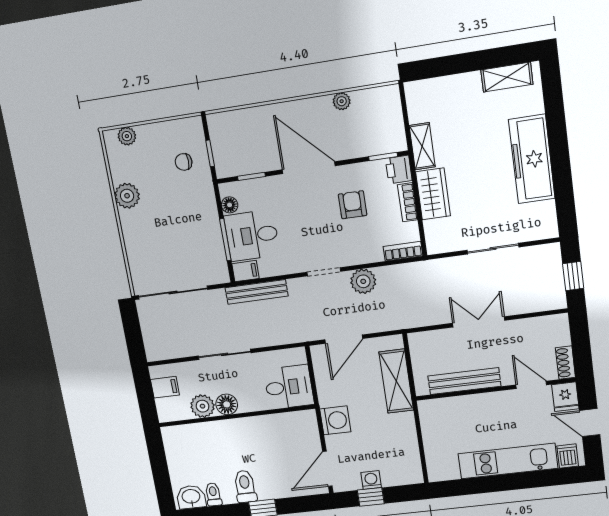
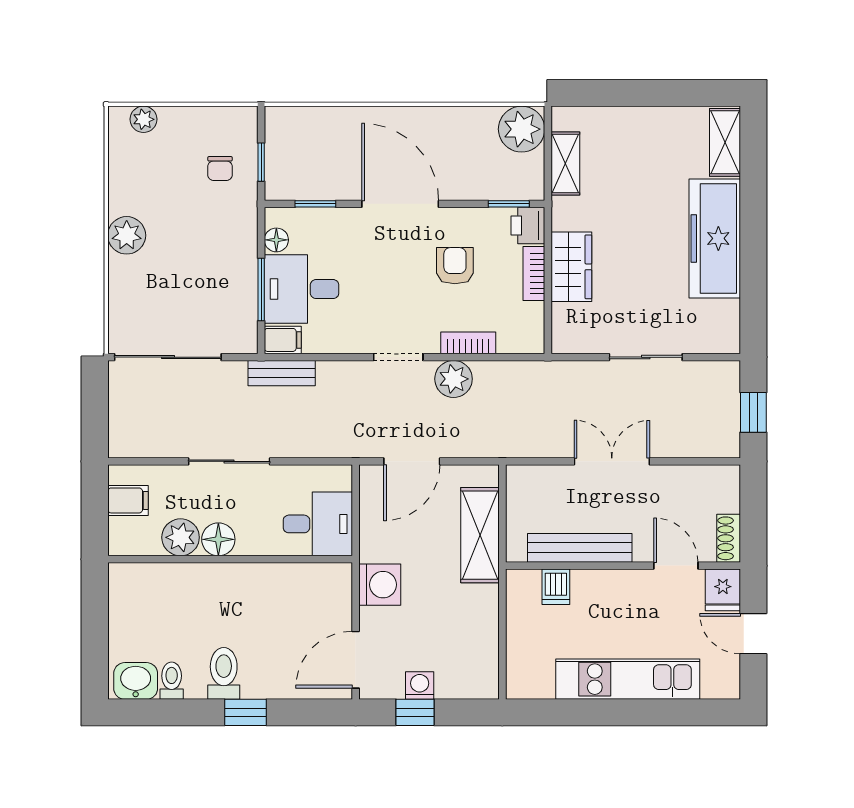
shelving: (507, 77) -> (725, 142), moved, turned 90
plant: (342, 101) -> (522, 129), moved, width x1.88, depth x1.88
shelving: (422, 146) -> (565, 163), moved
chair: (184, 162) -> (220, 168), turned -90
plant: (127, 196) -> (127, 235), moved
bookcase: (403, 251) -> (468, 343), moved
bench: (257, 292) -> (282, 373), width x0.73
dishwasher: (568, 456) -> (556, 587), moved, turned 180

